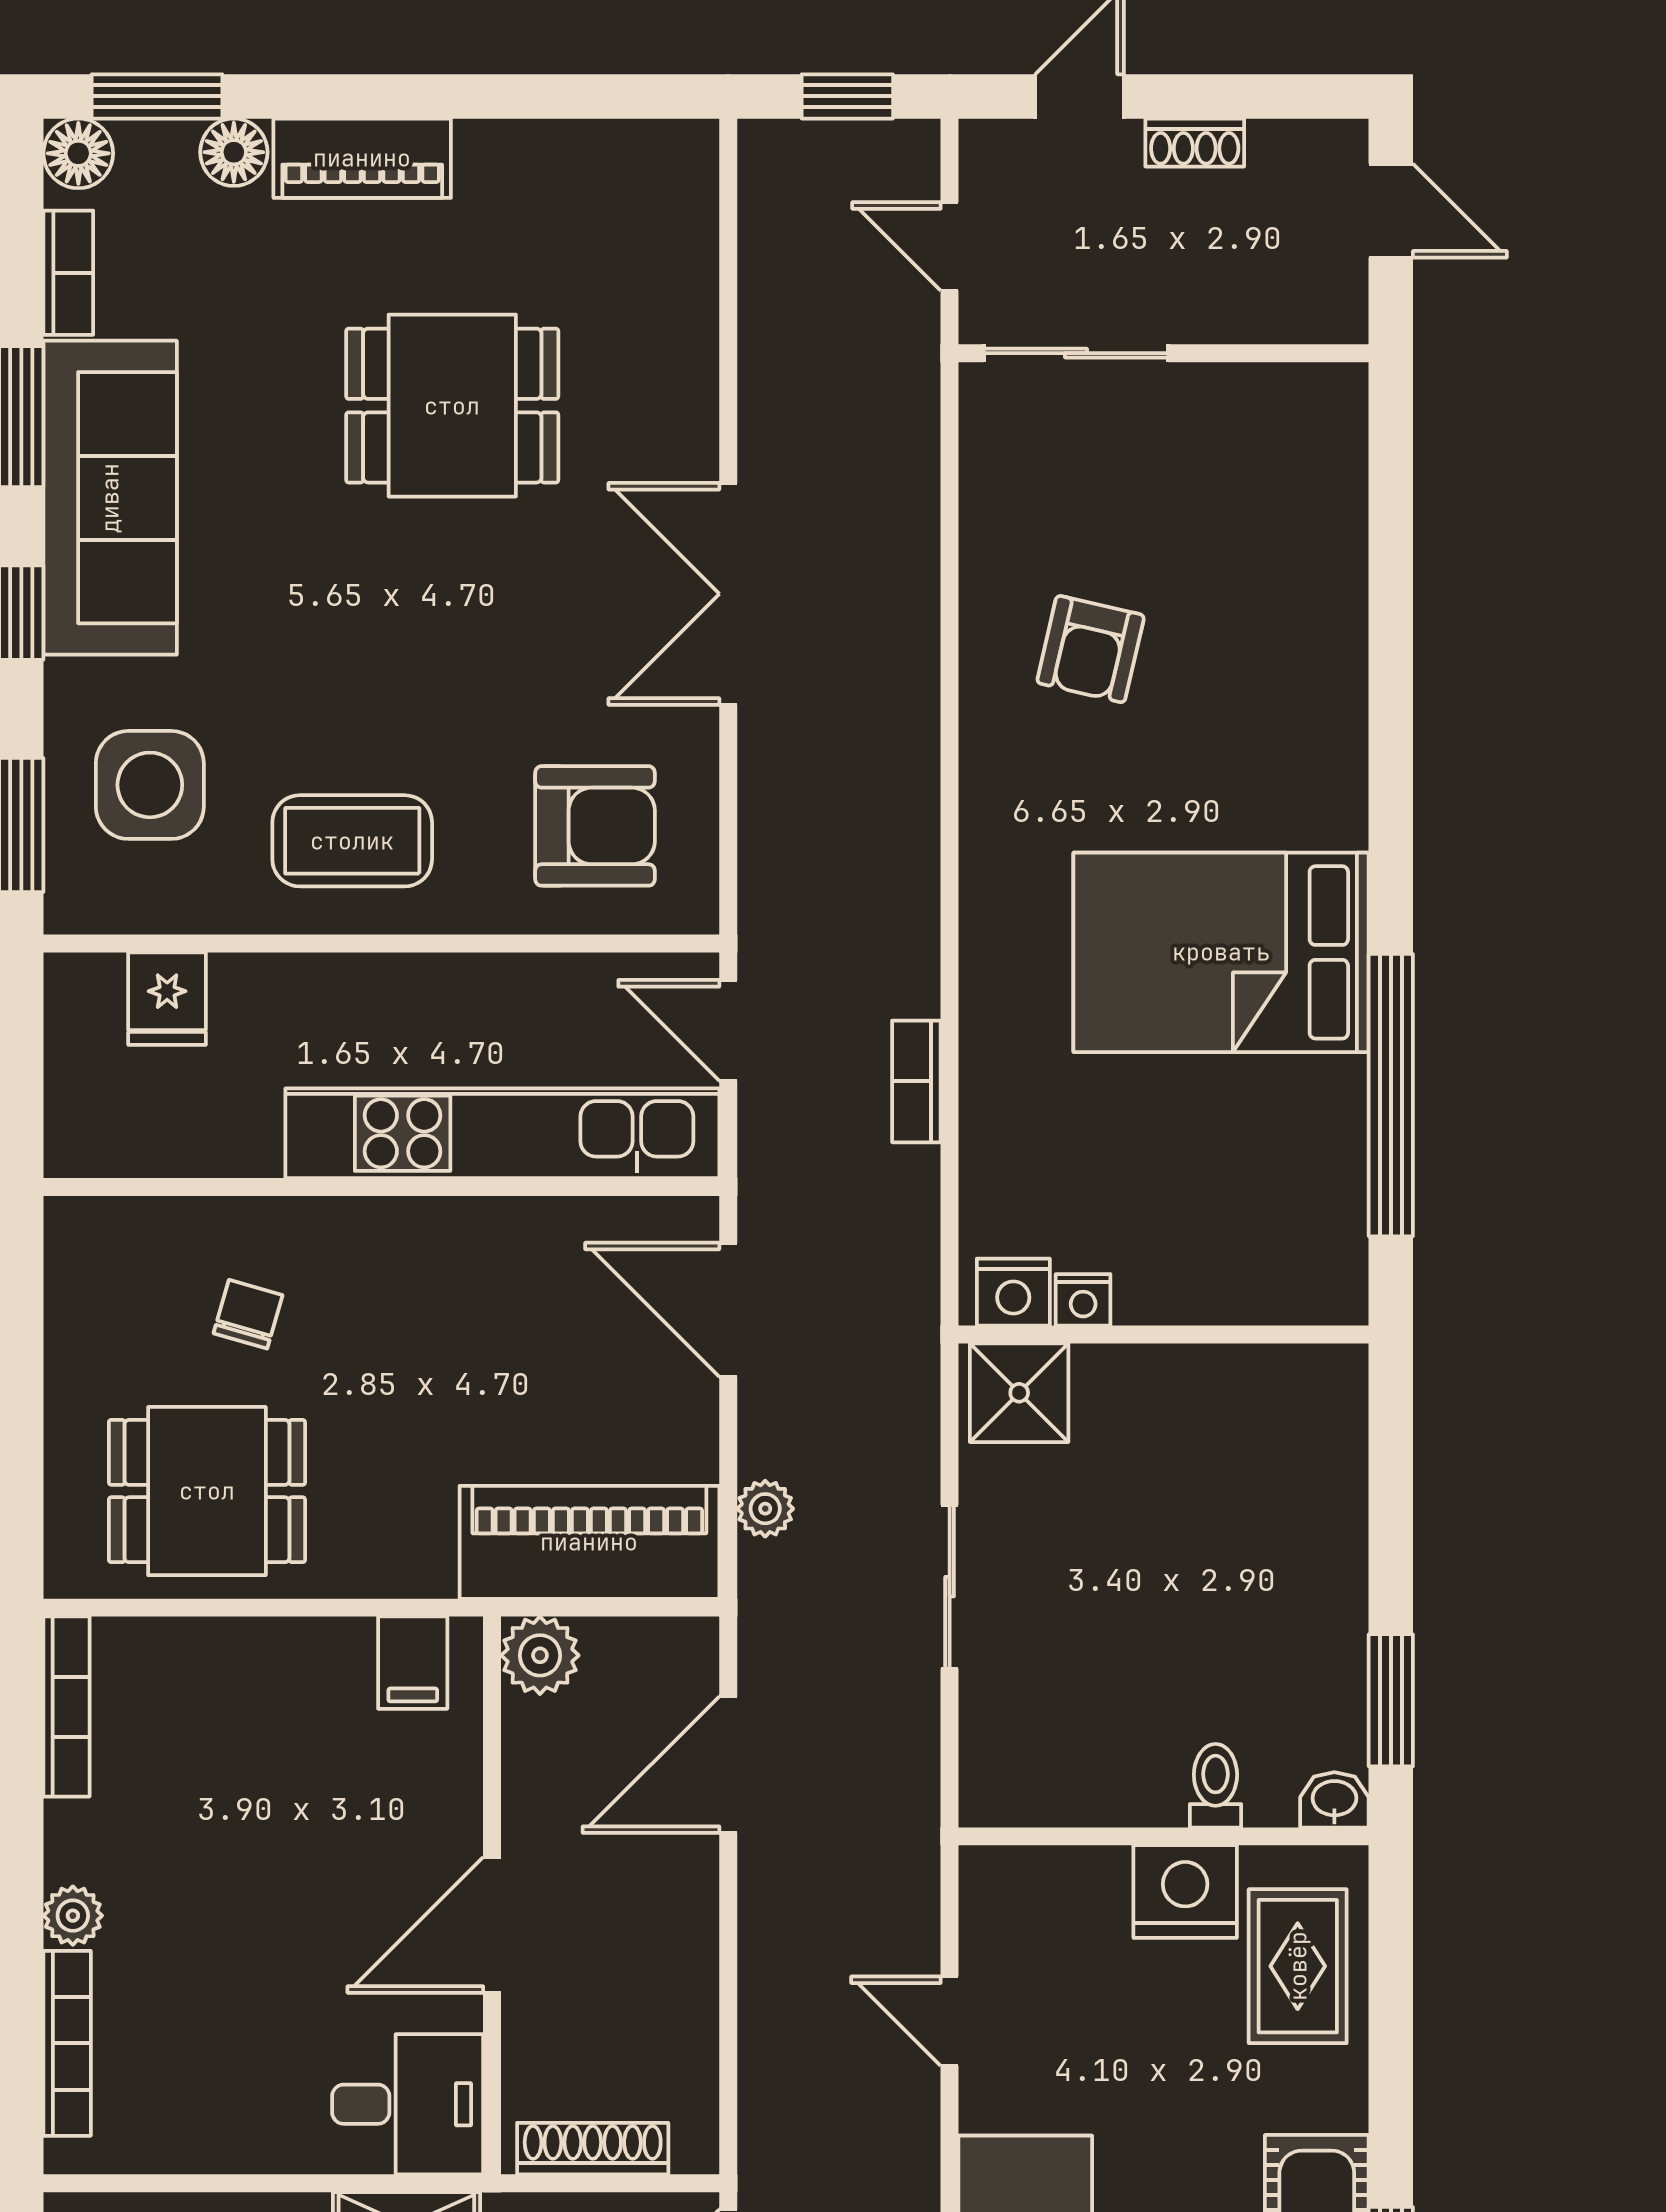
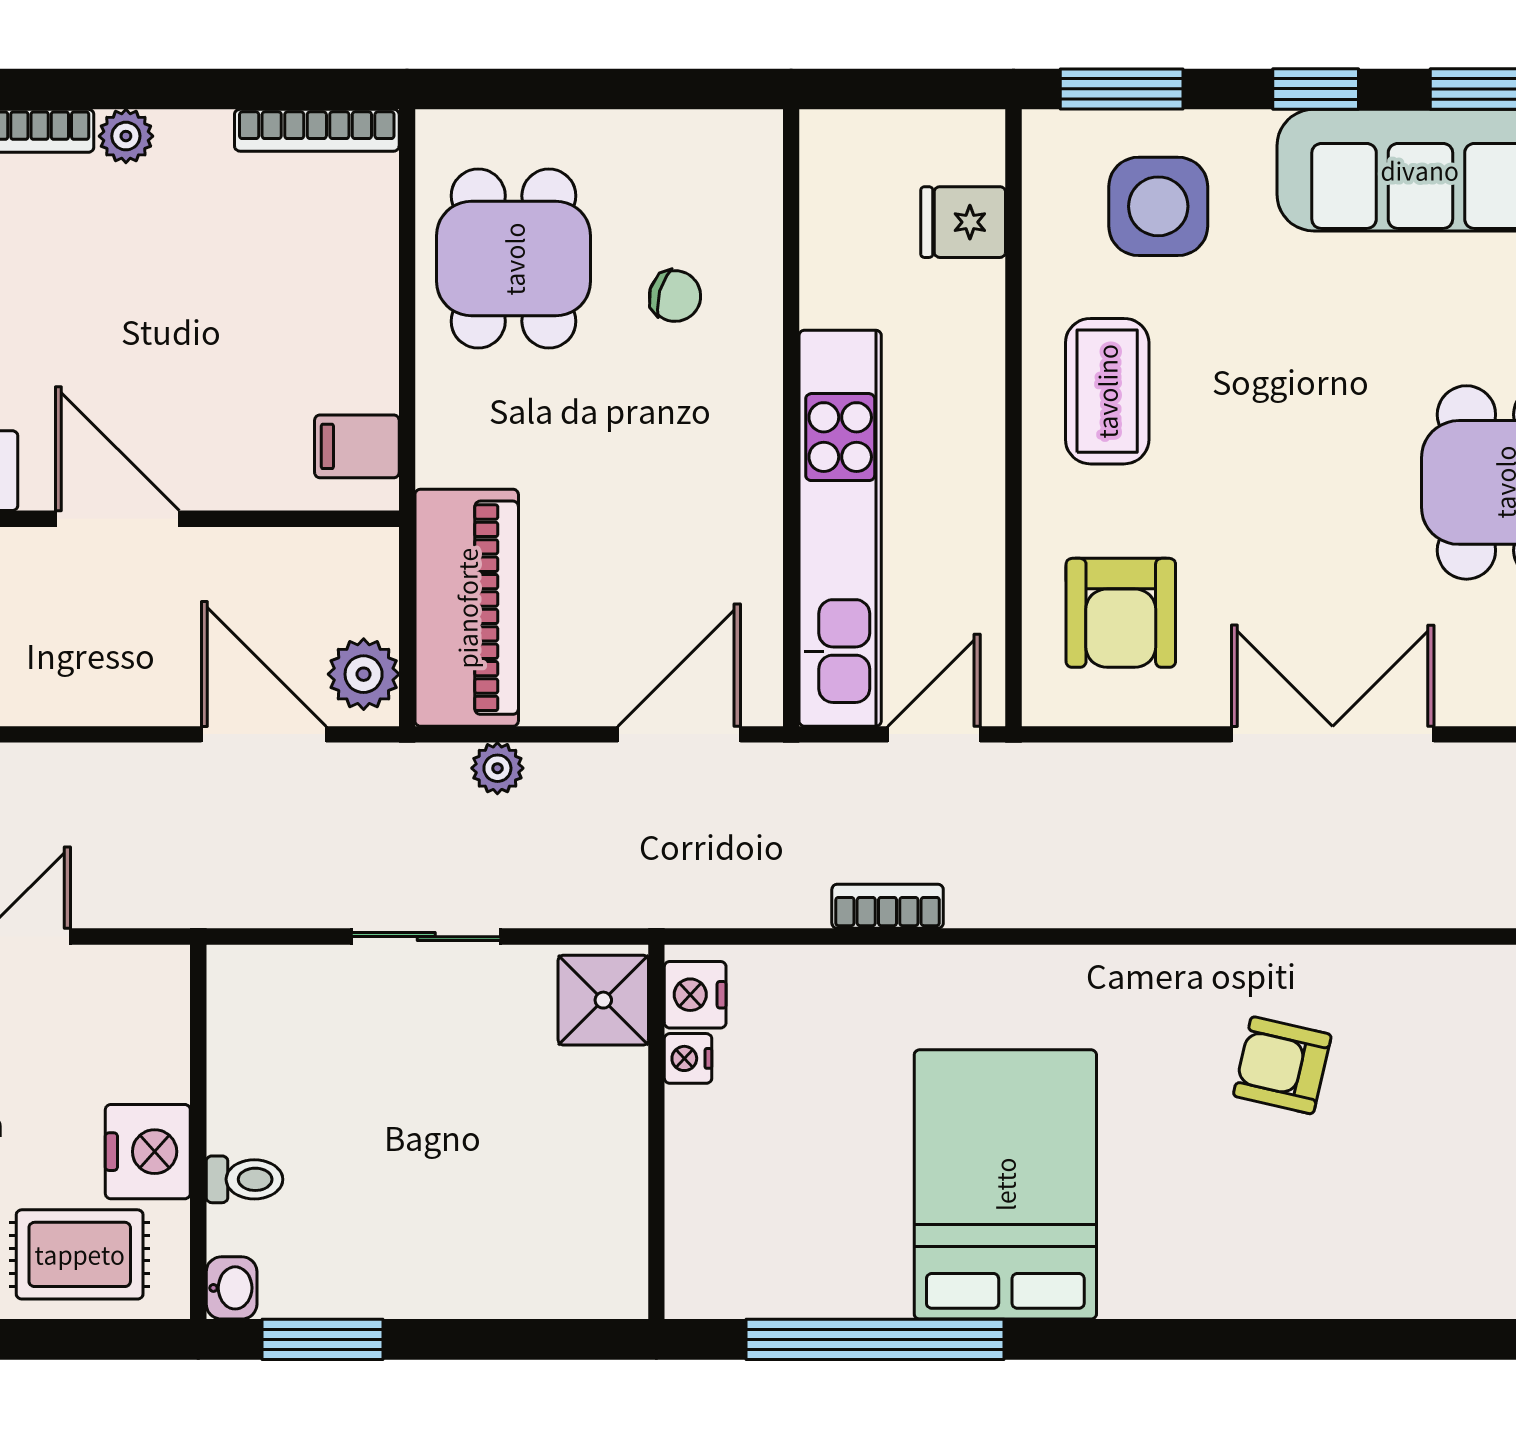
plant: (540, 1655) -> (364, 674), moved

